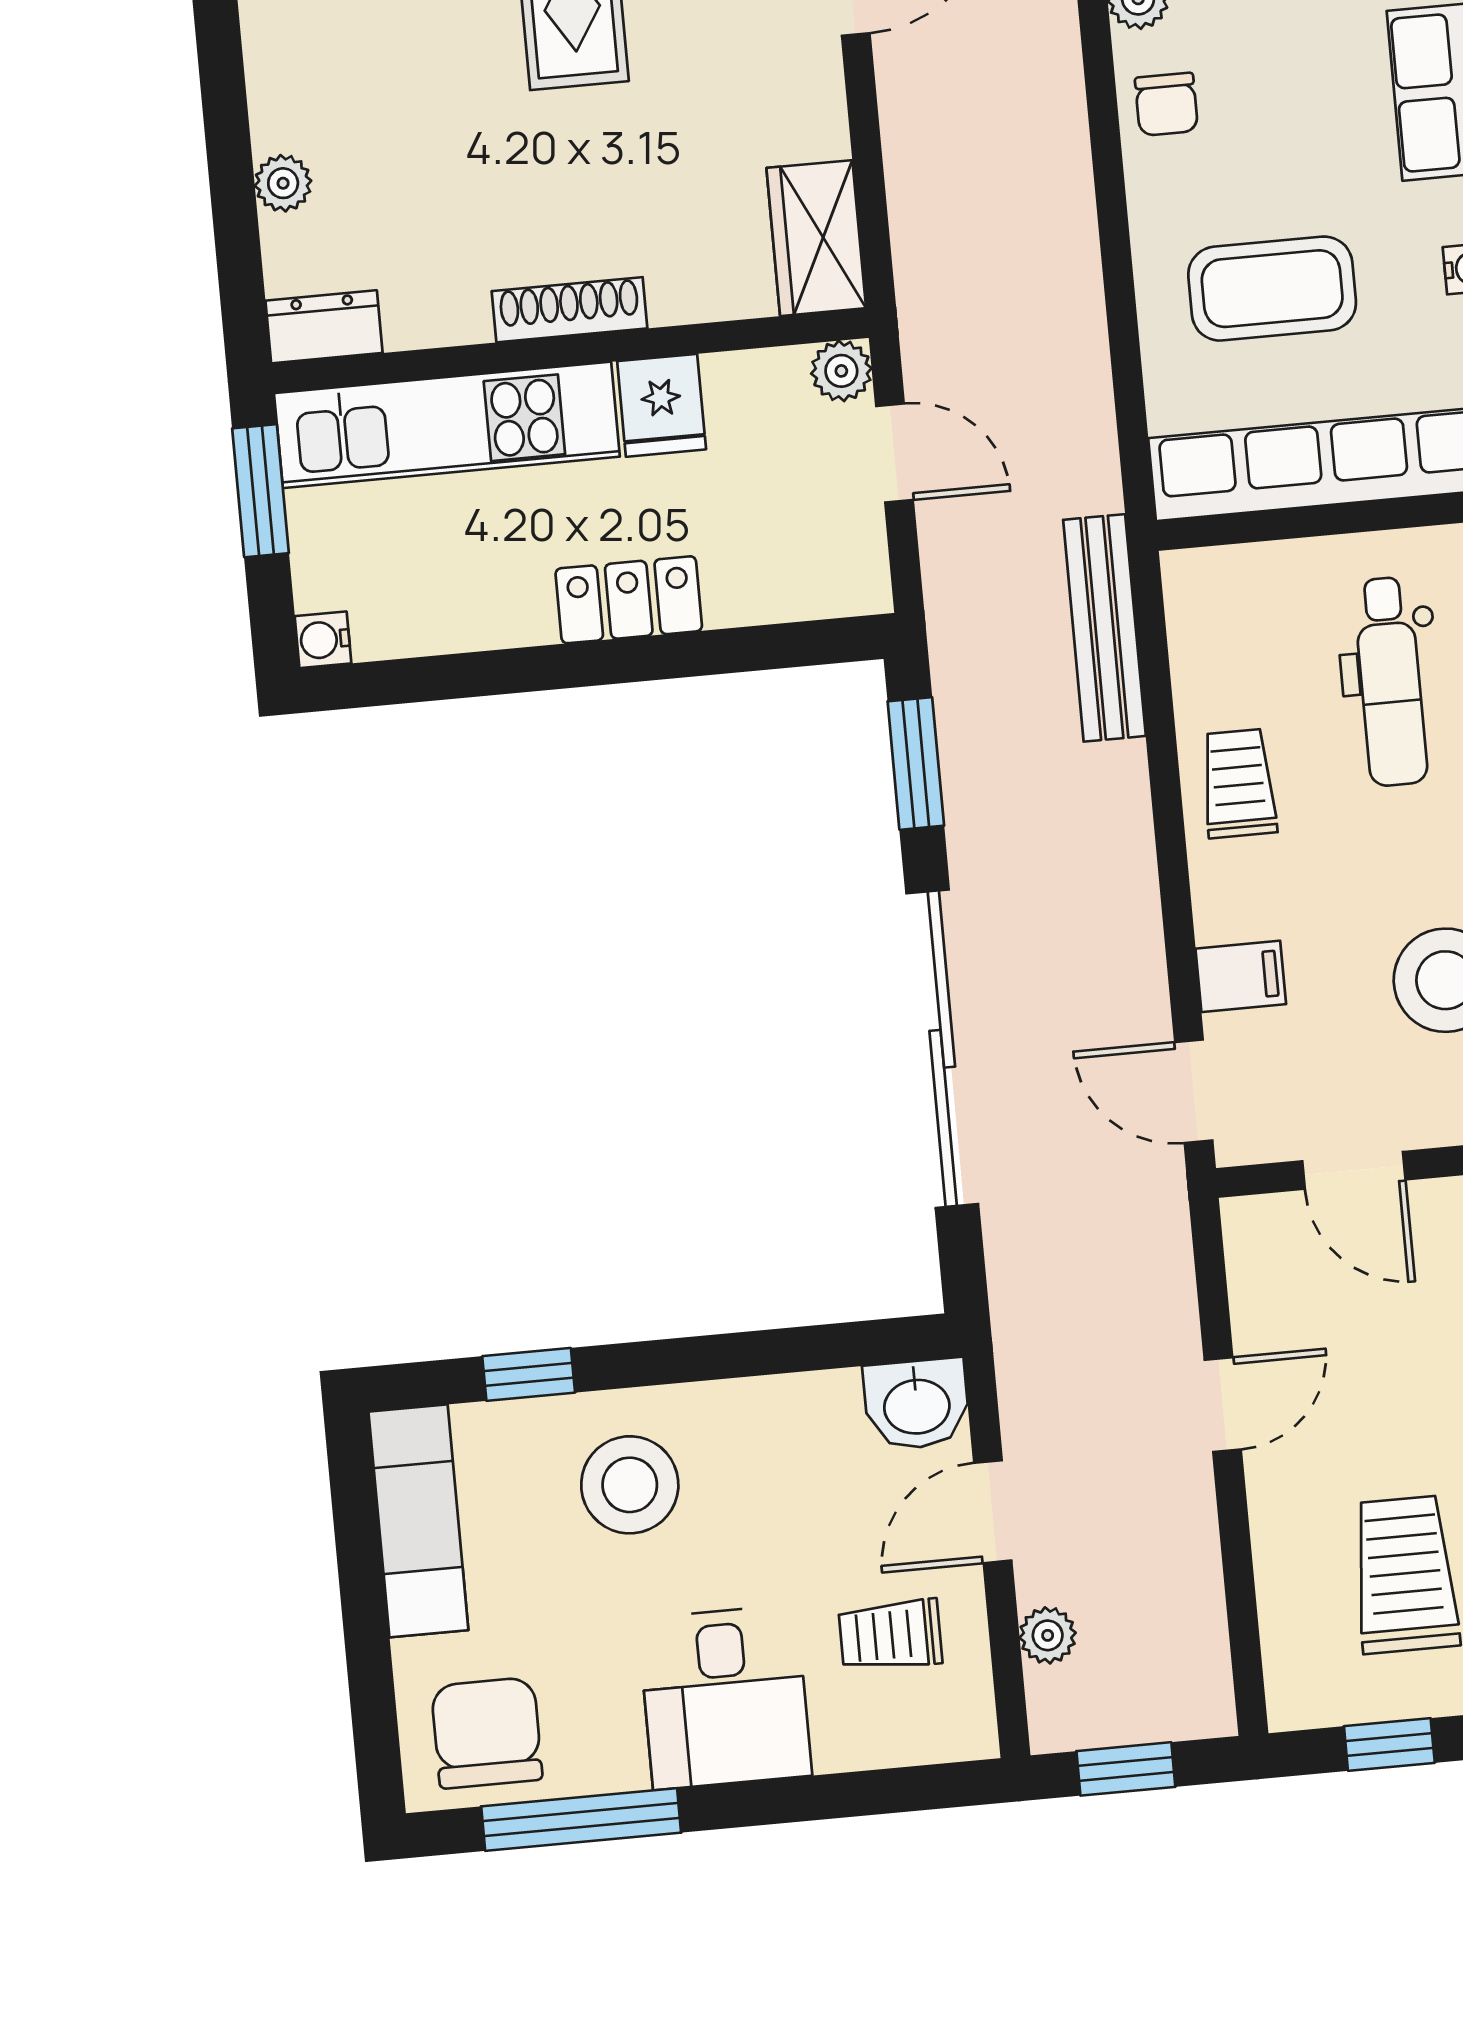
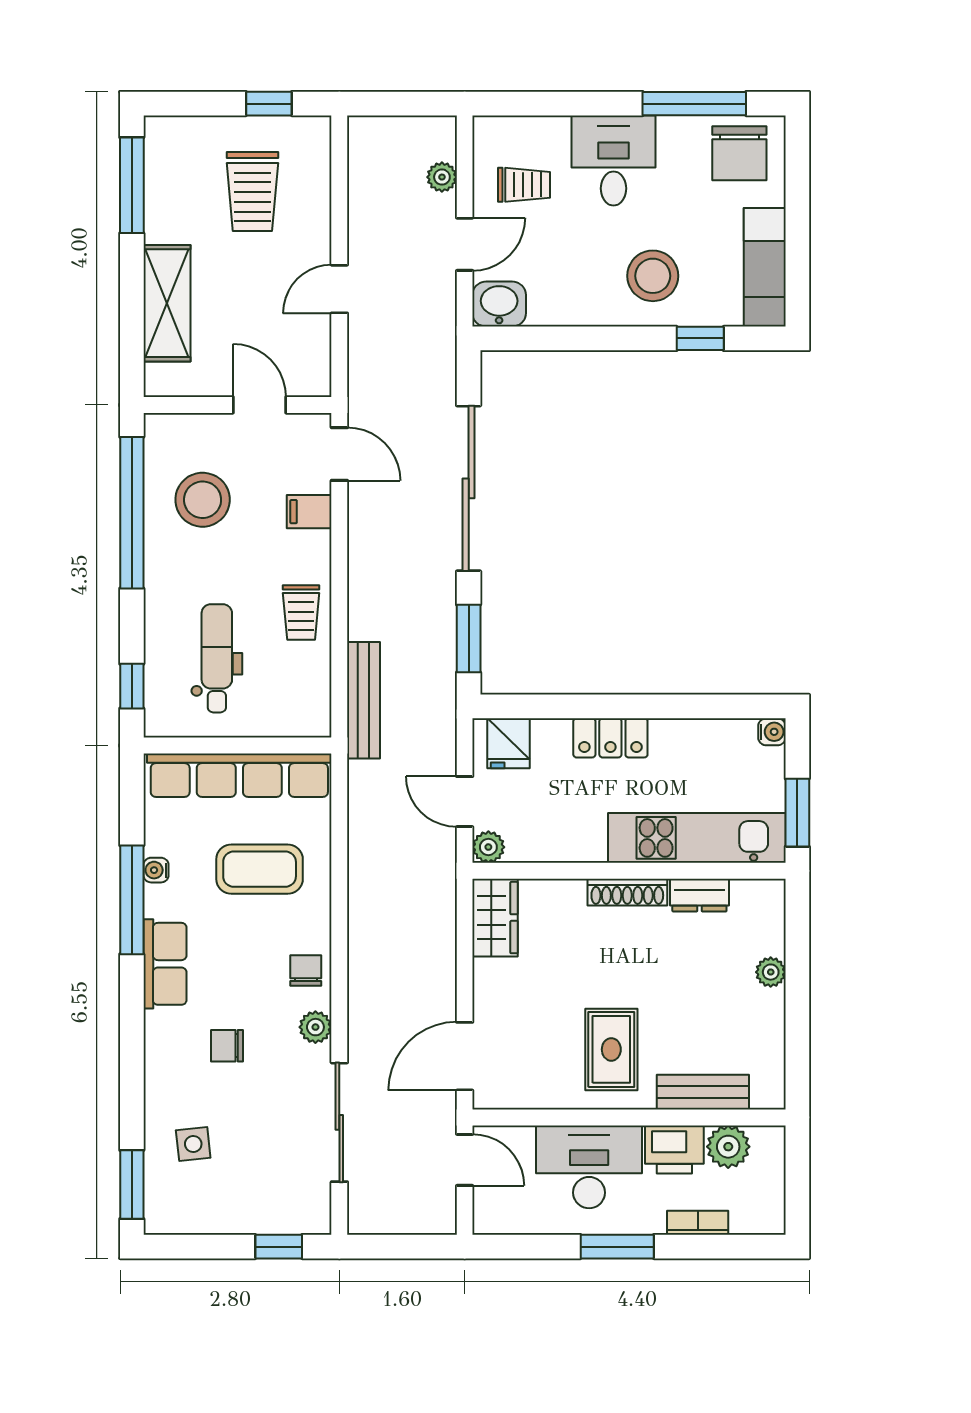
dresser: (324, 327) -> (699, 895), moved
fridge: (662, 405) -> (509, 743), moved, turned 180
window: (1126, 1769) -> (408, 104), removed

